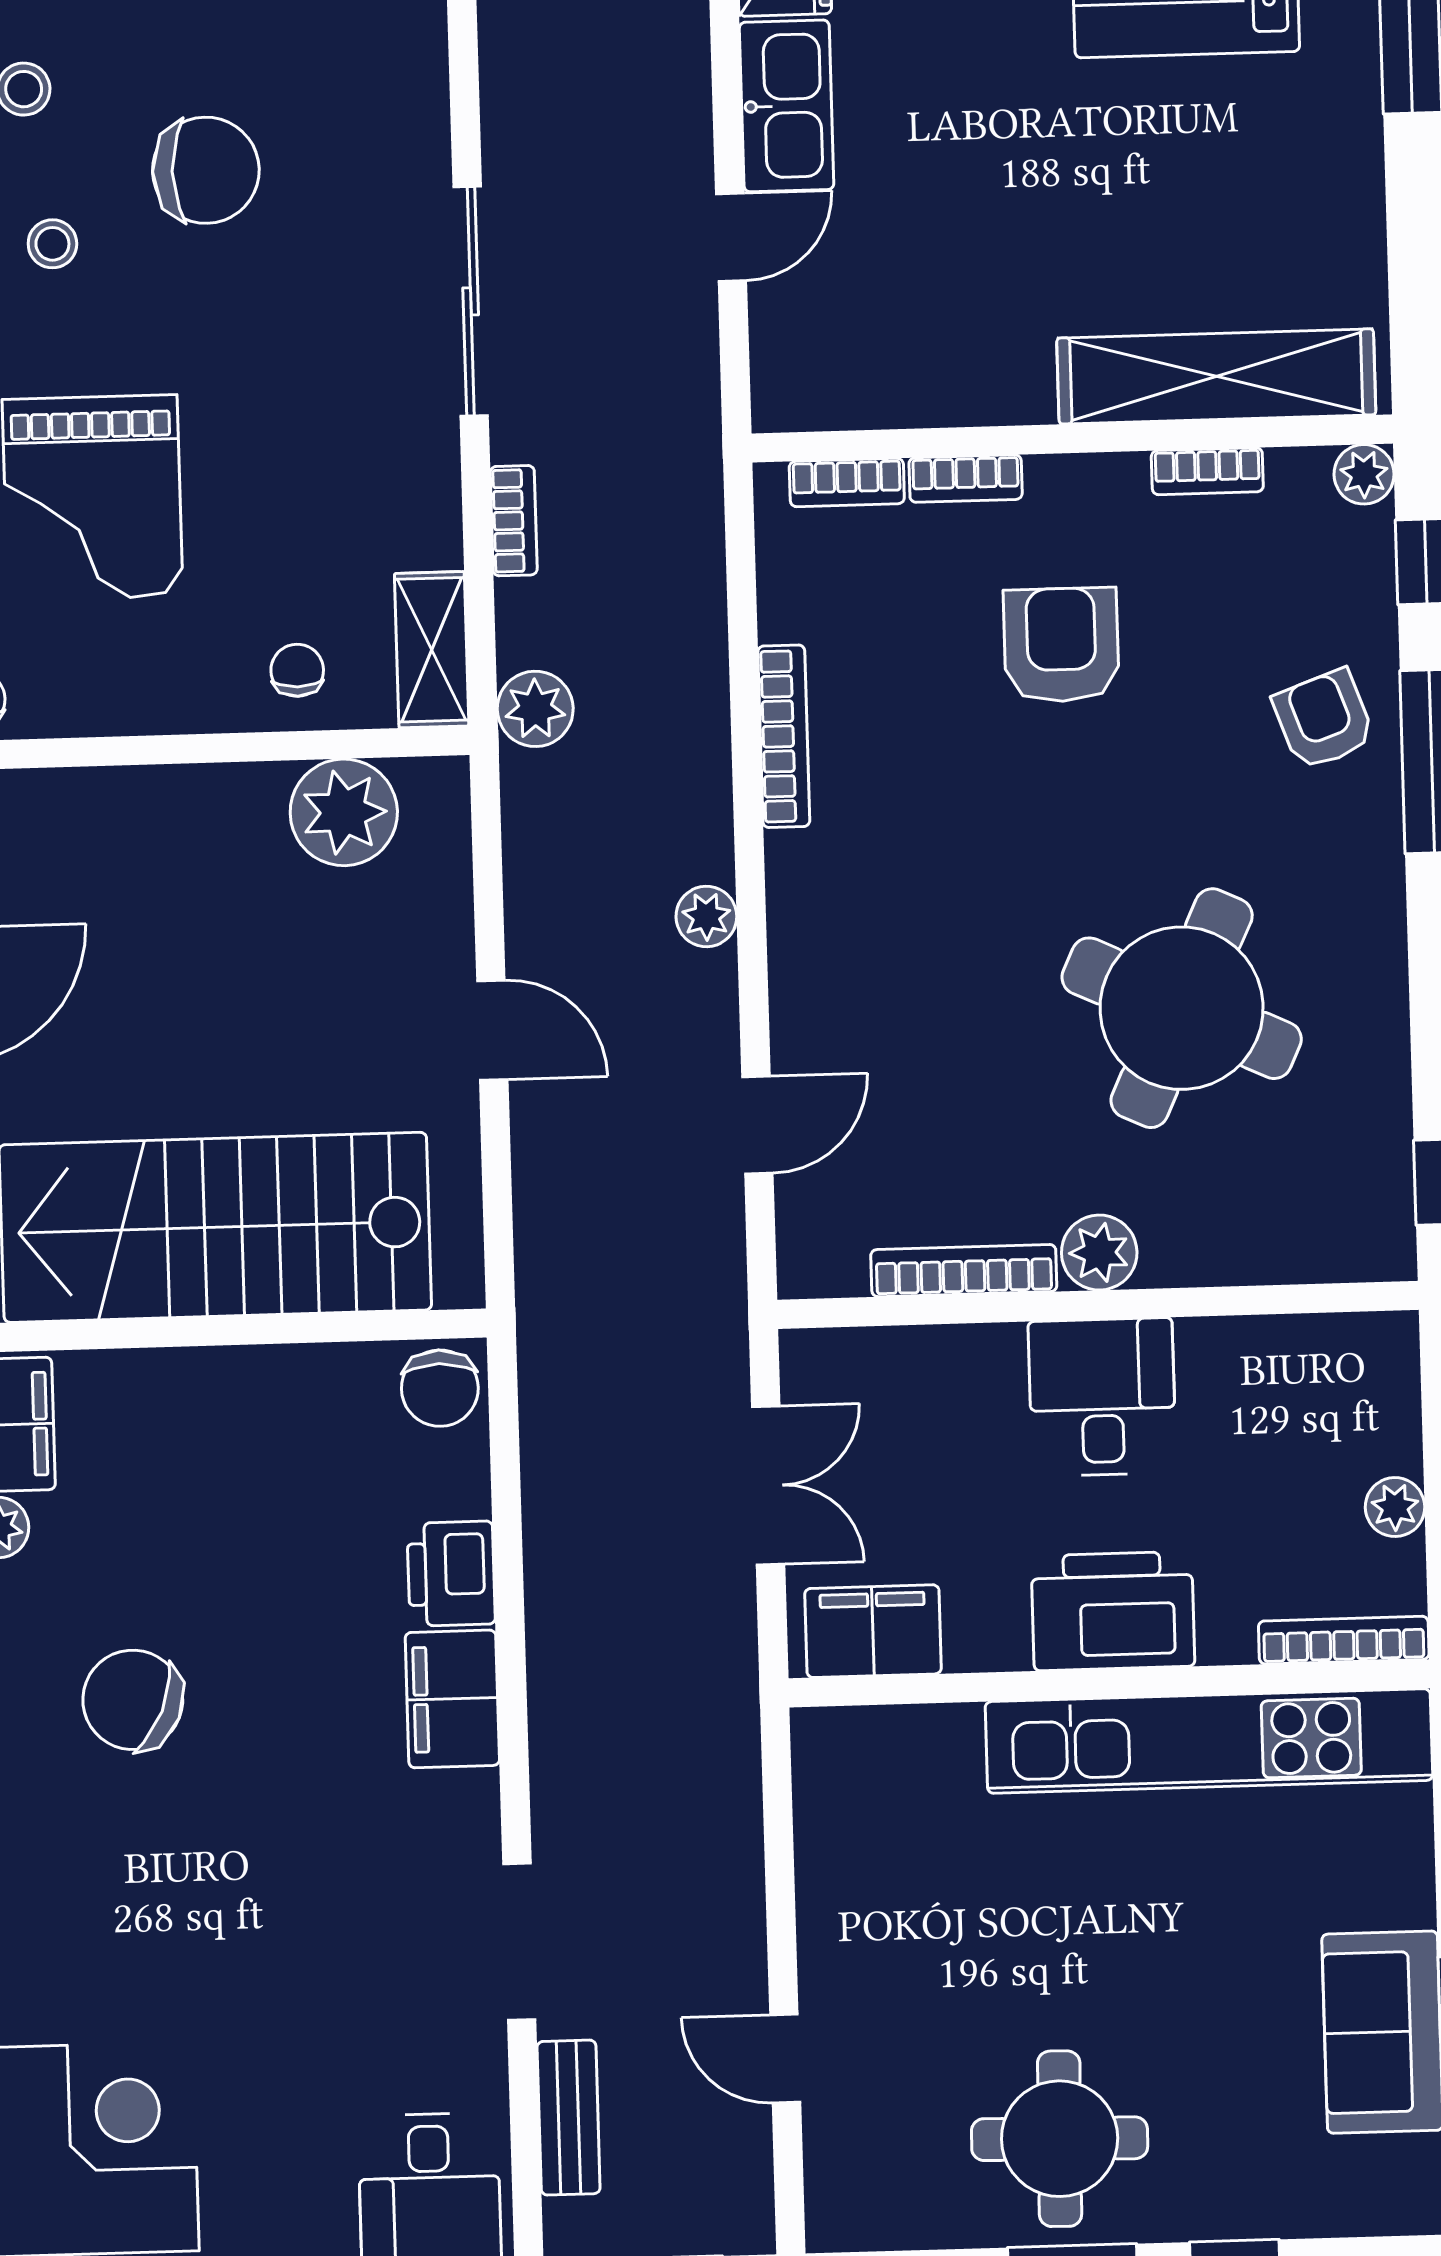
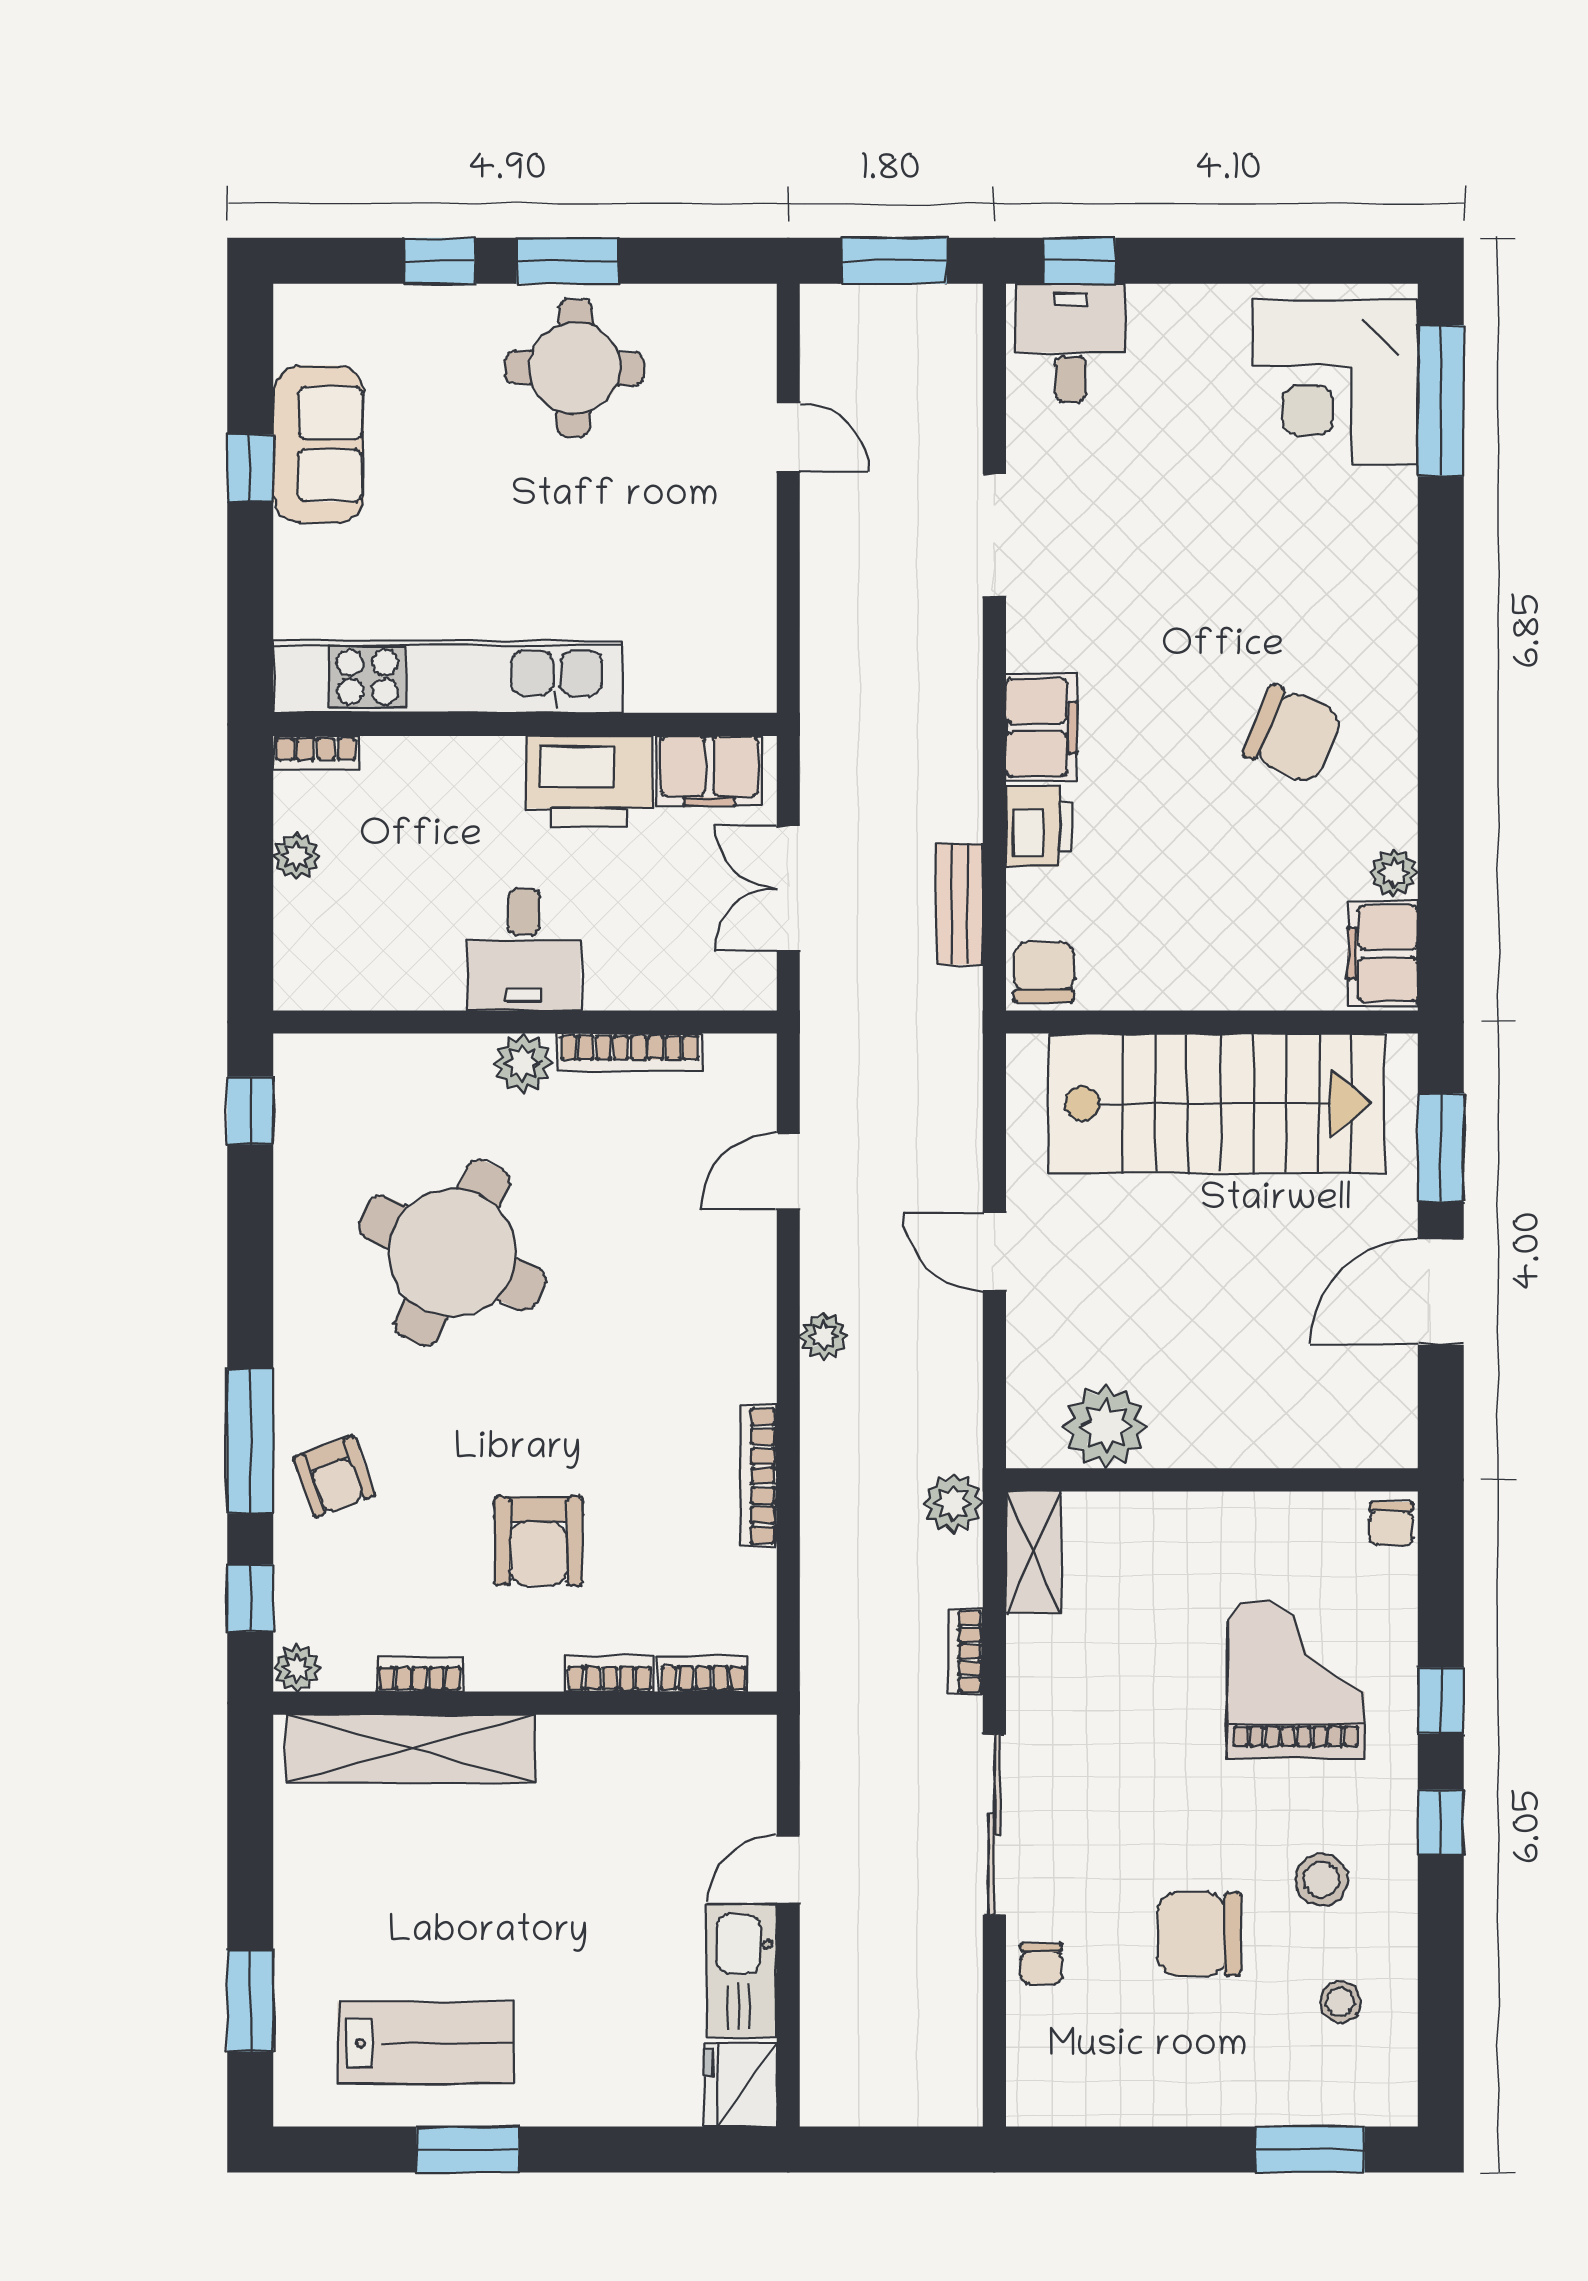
stool: (52, 244) -> (1321, 1880), width x1.37, depth x1.37
chair: (297, 670) -> (1041, 1964), moved
printer: (1113, 1611) -> (589, 781), moved
bookcase: (1344, 1640) -> (316, 753), width x0.64
bench: (569, 2118) -> (960, 904), moved

